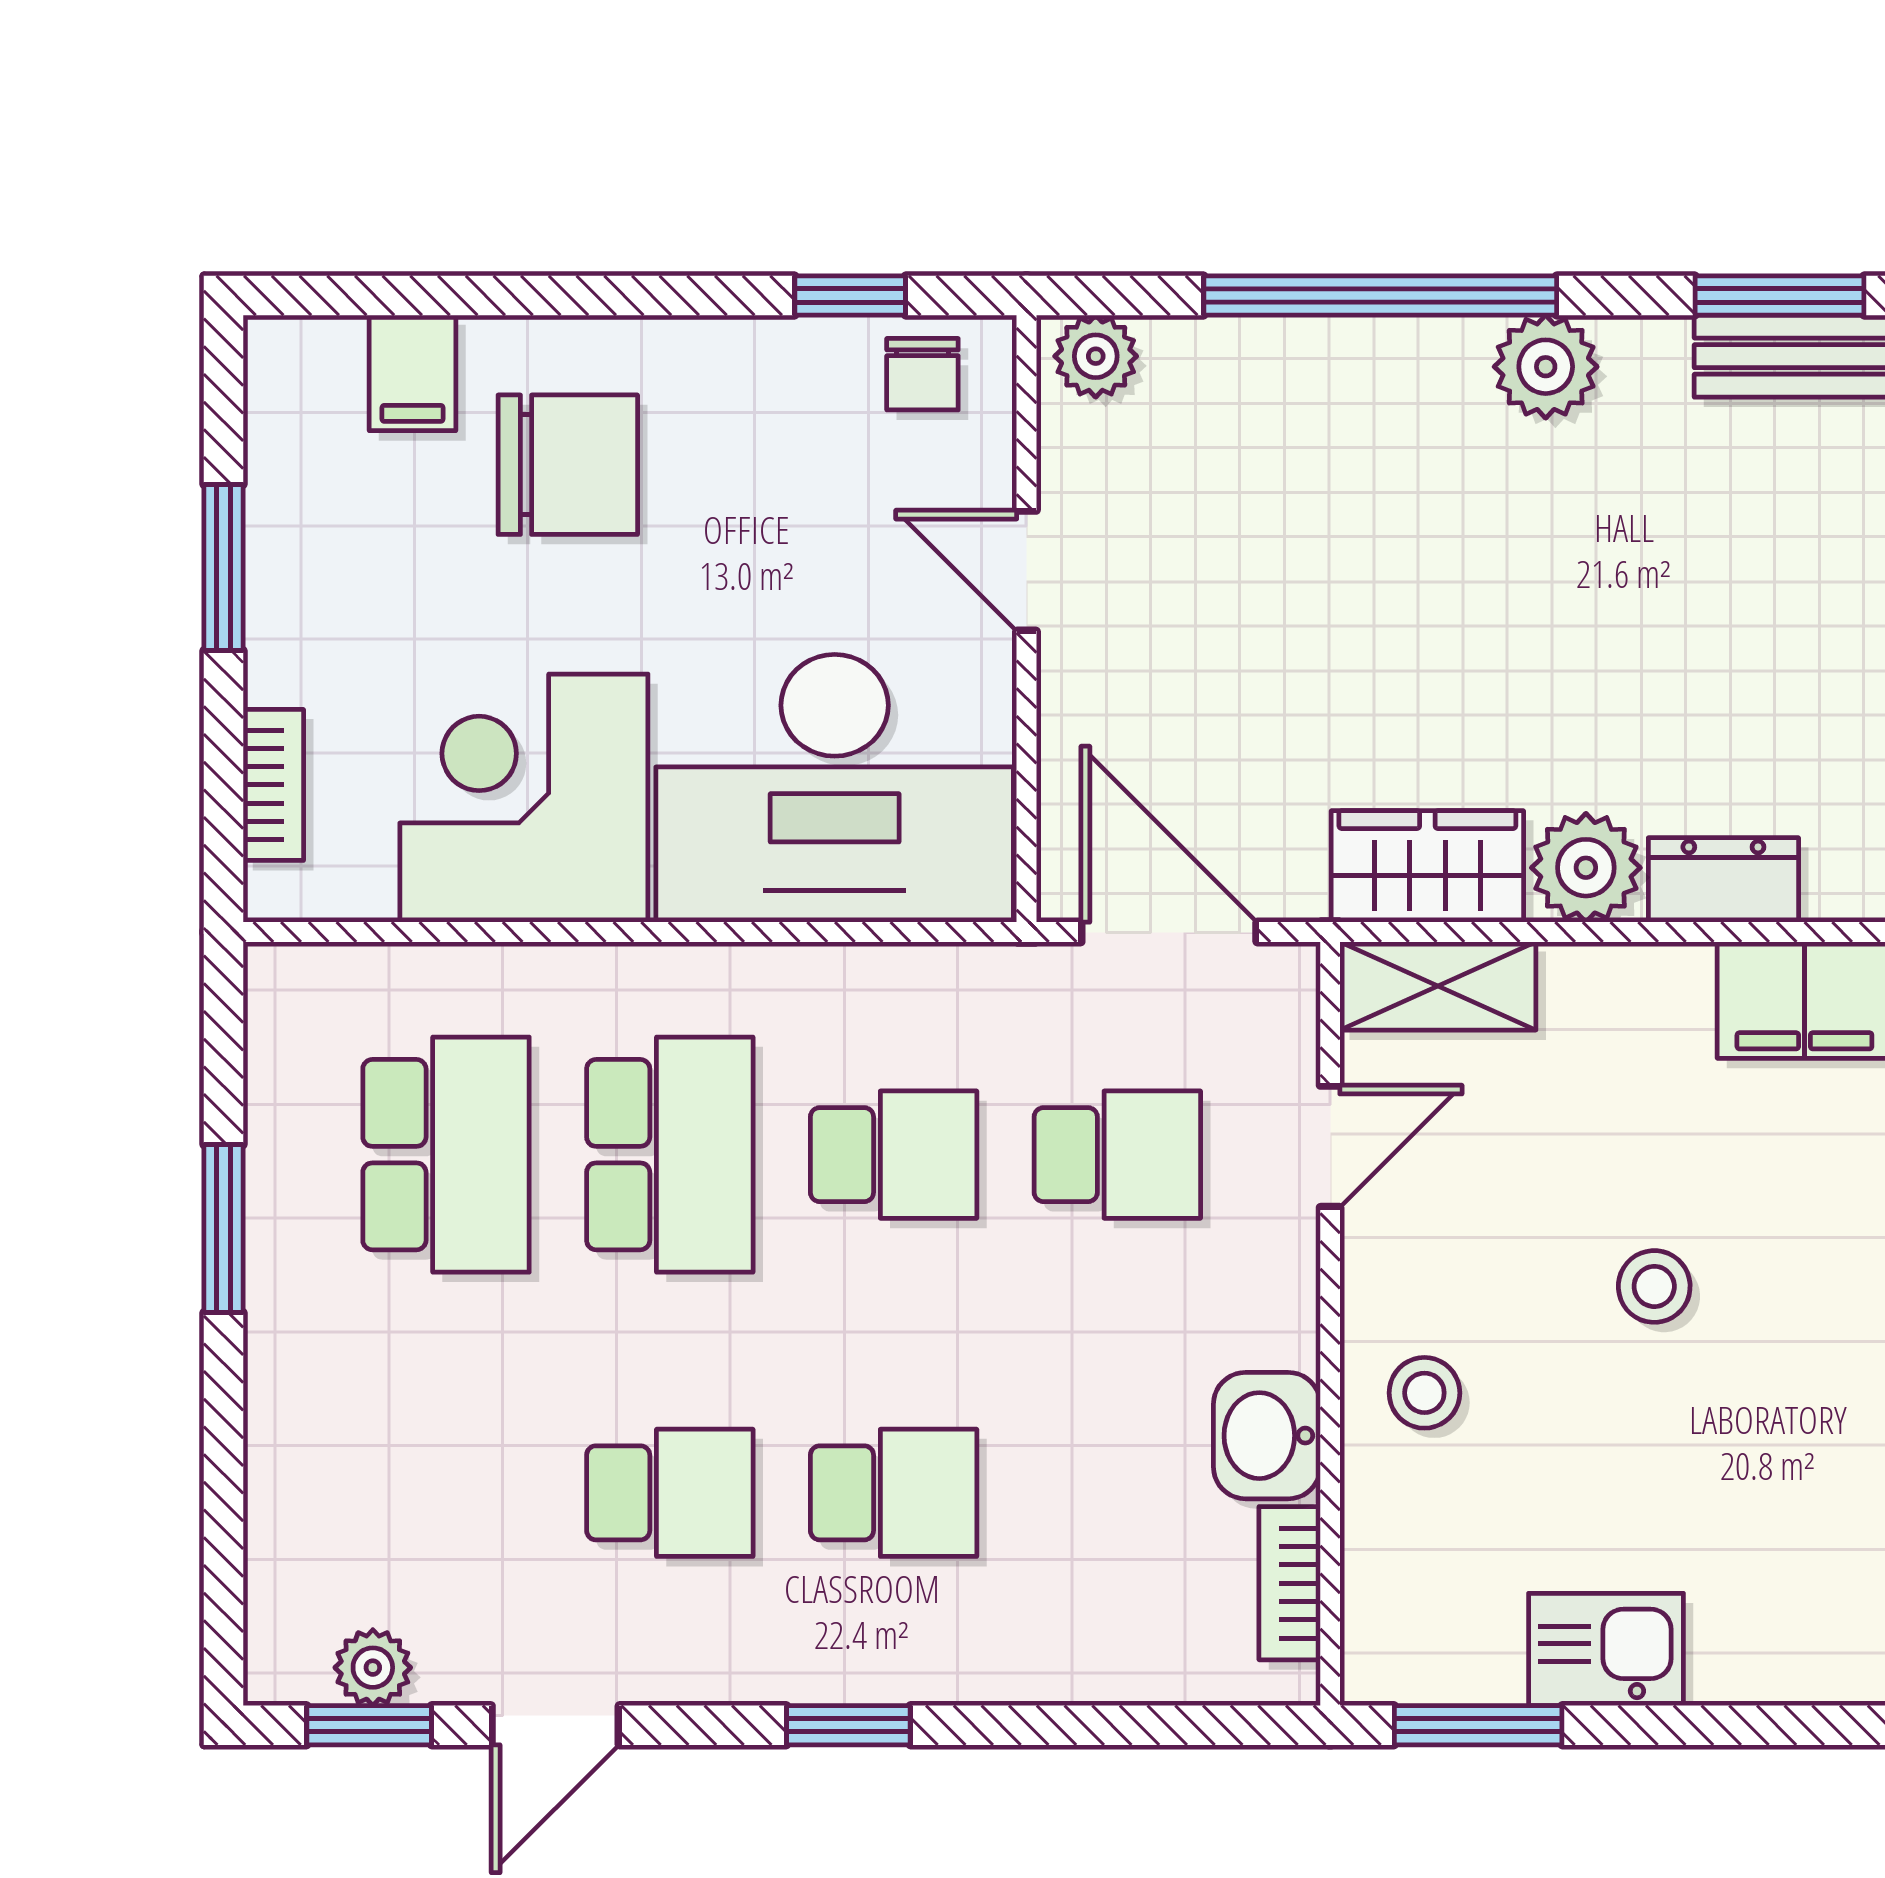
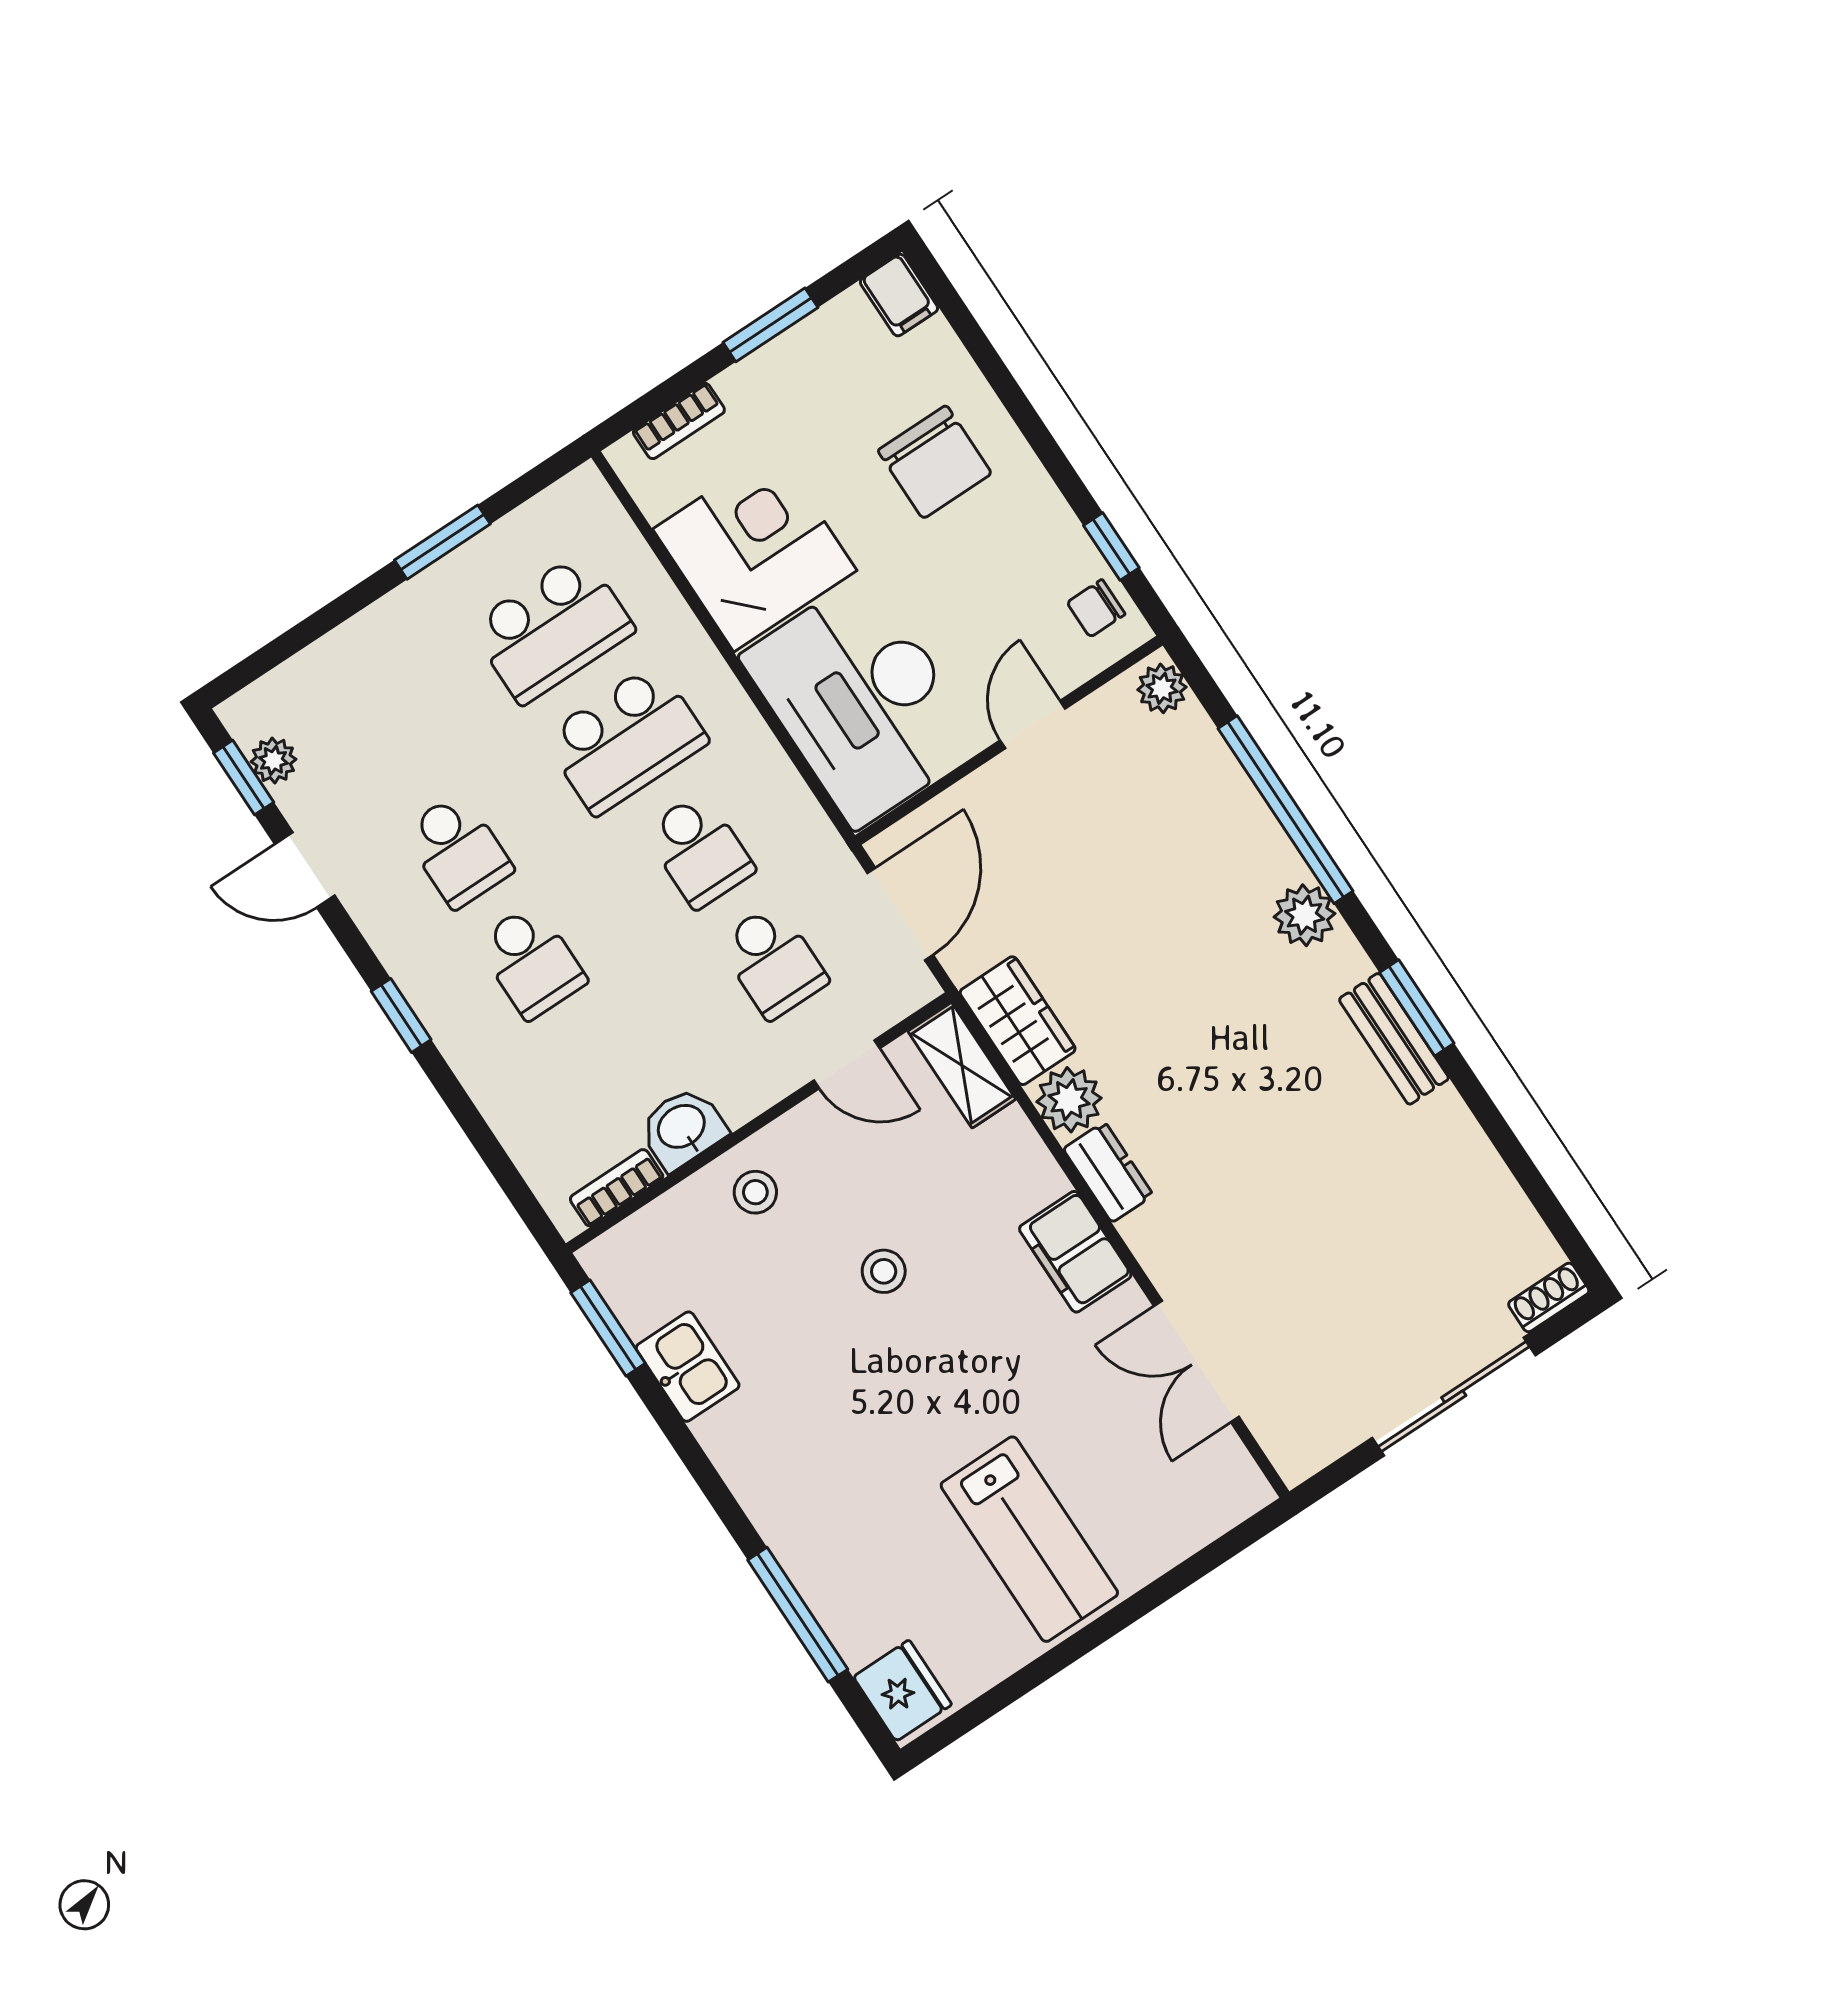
filing cabinet: (413, 373) -> (899, 295), moved, turned -90

